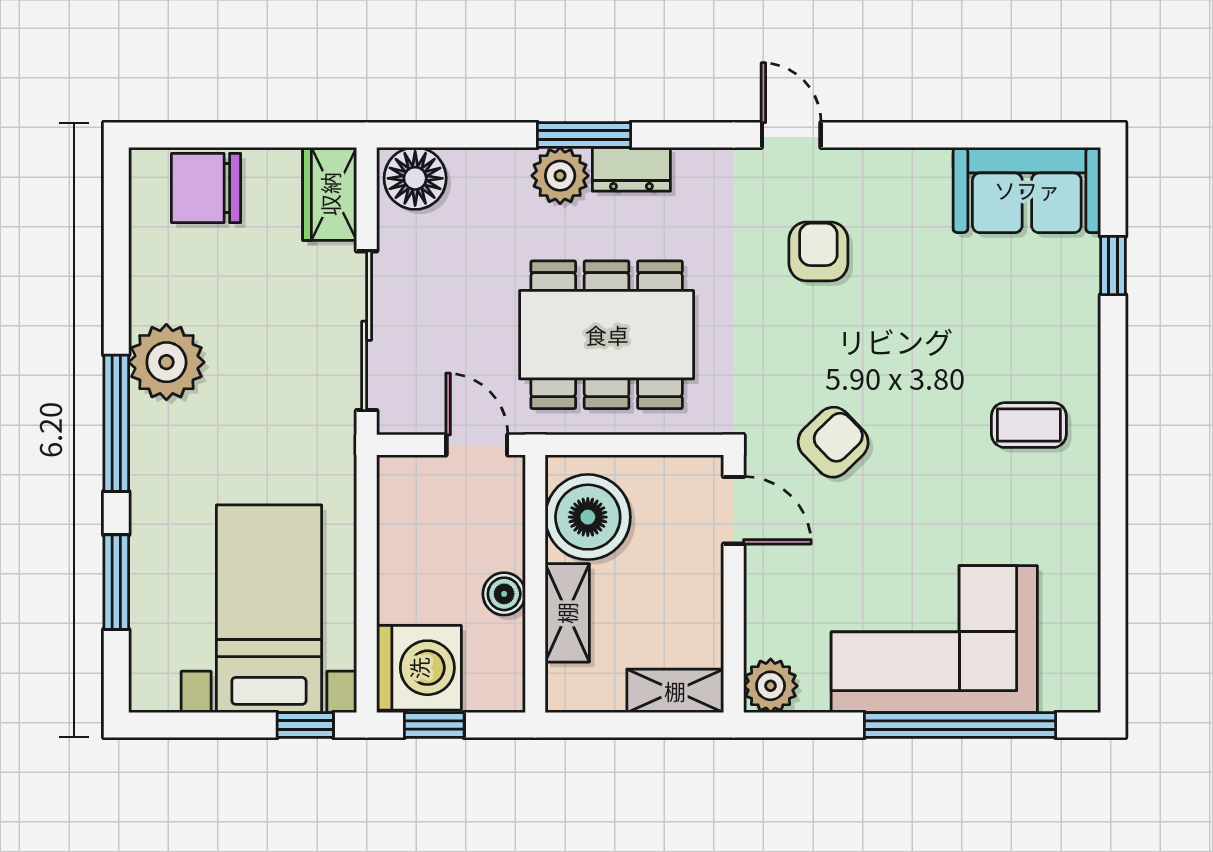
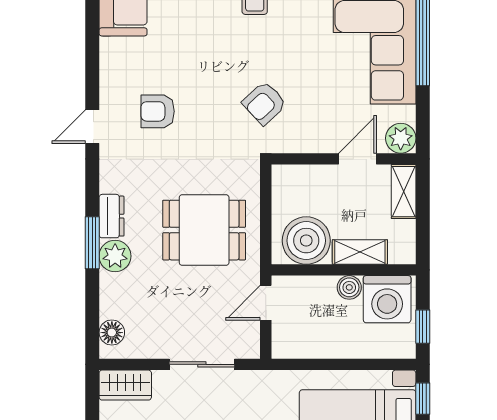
floor lamp: (415, 178) -> (112, 333), width x0.73, depth x0.73
sliding door: (367, 331) -> (202, 364), width x0.73
dining table: (607, 335) -> (204, 230), width x0.73
armchair: (833, 442) -> (264, 103), turned -89
door: (734, 510) -> (358, 159), moved
washing machine: (419, 668) -> (387, 299), moved, turned 180

